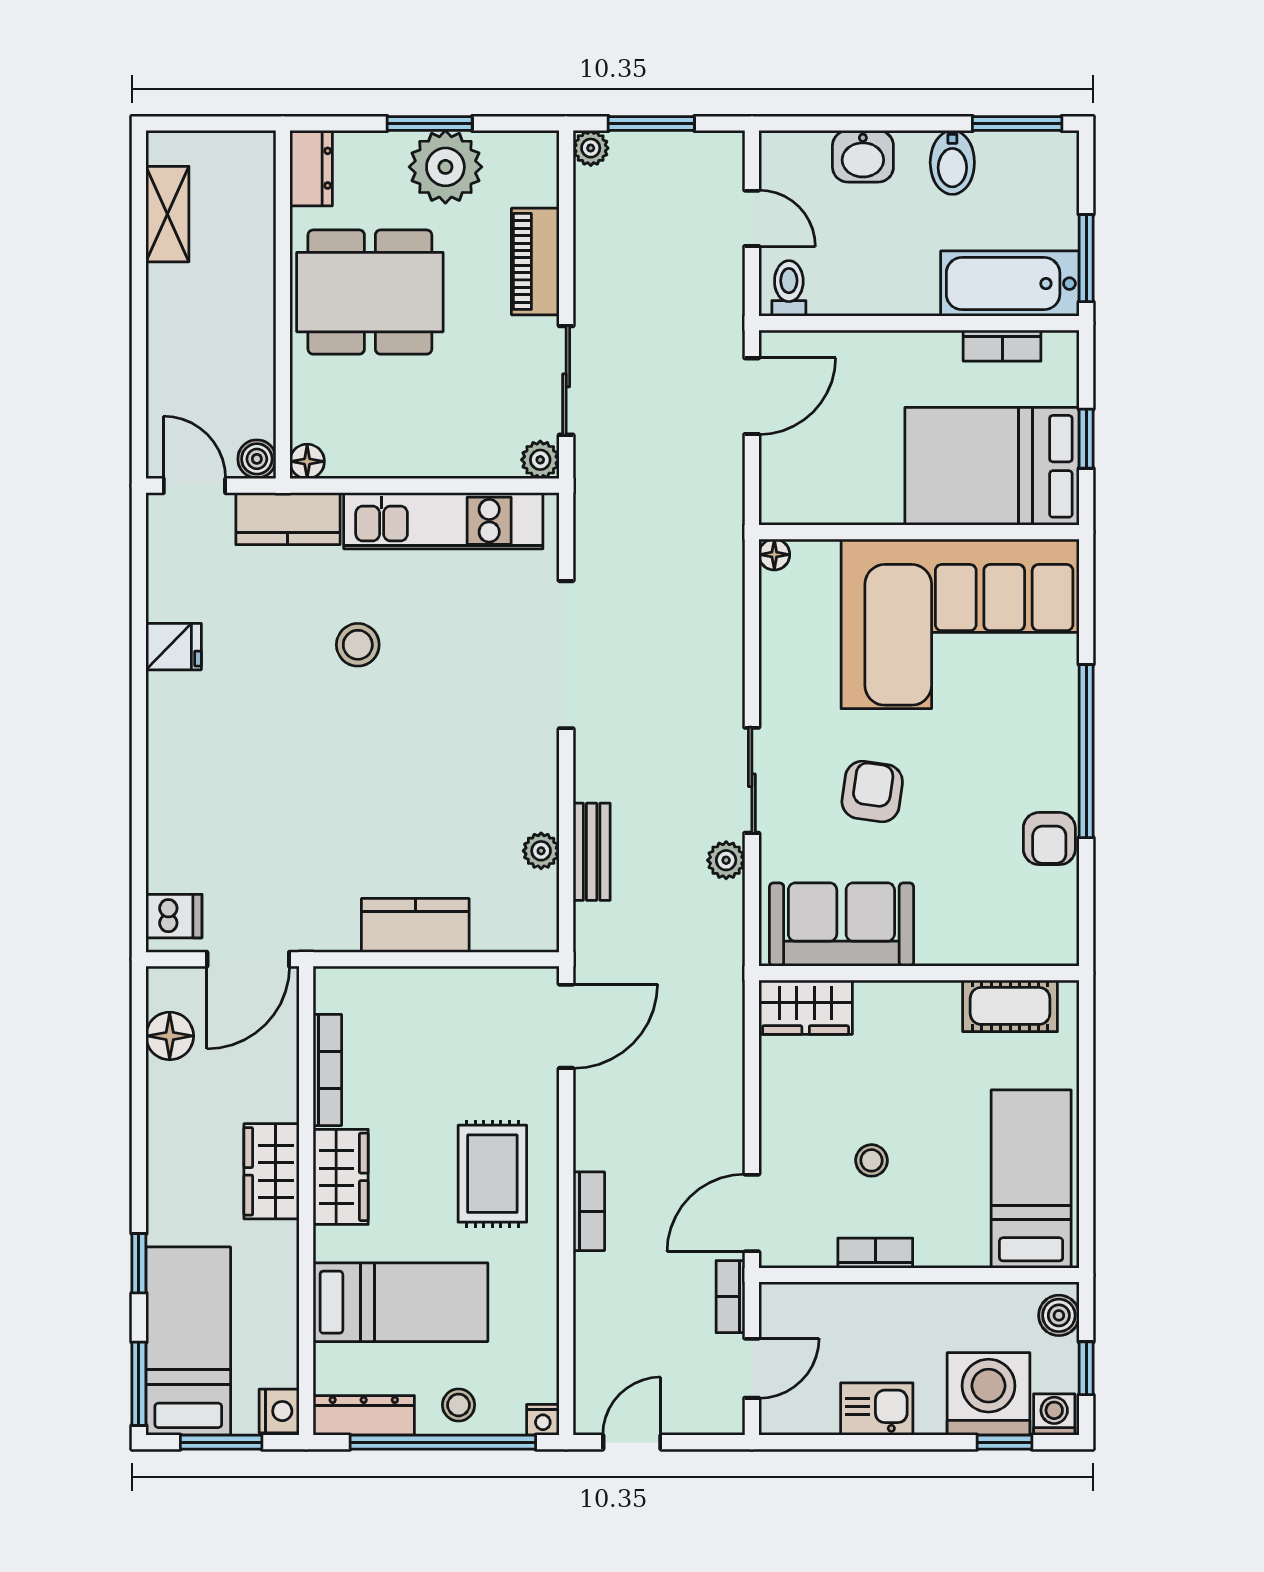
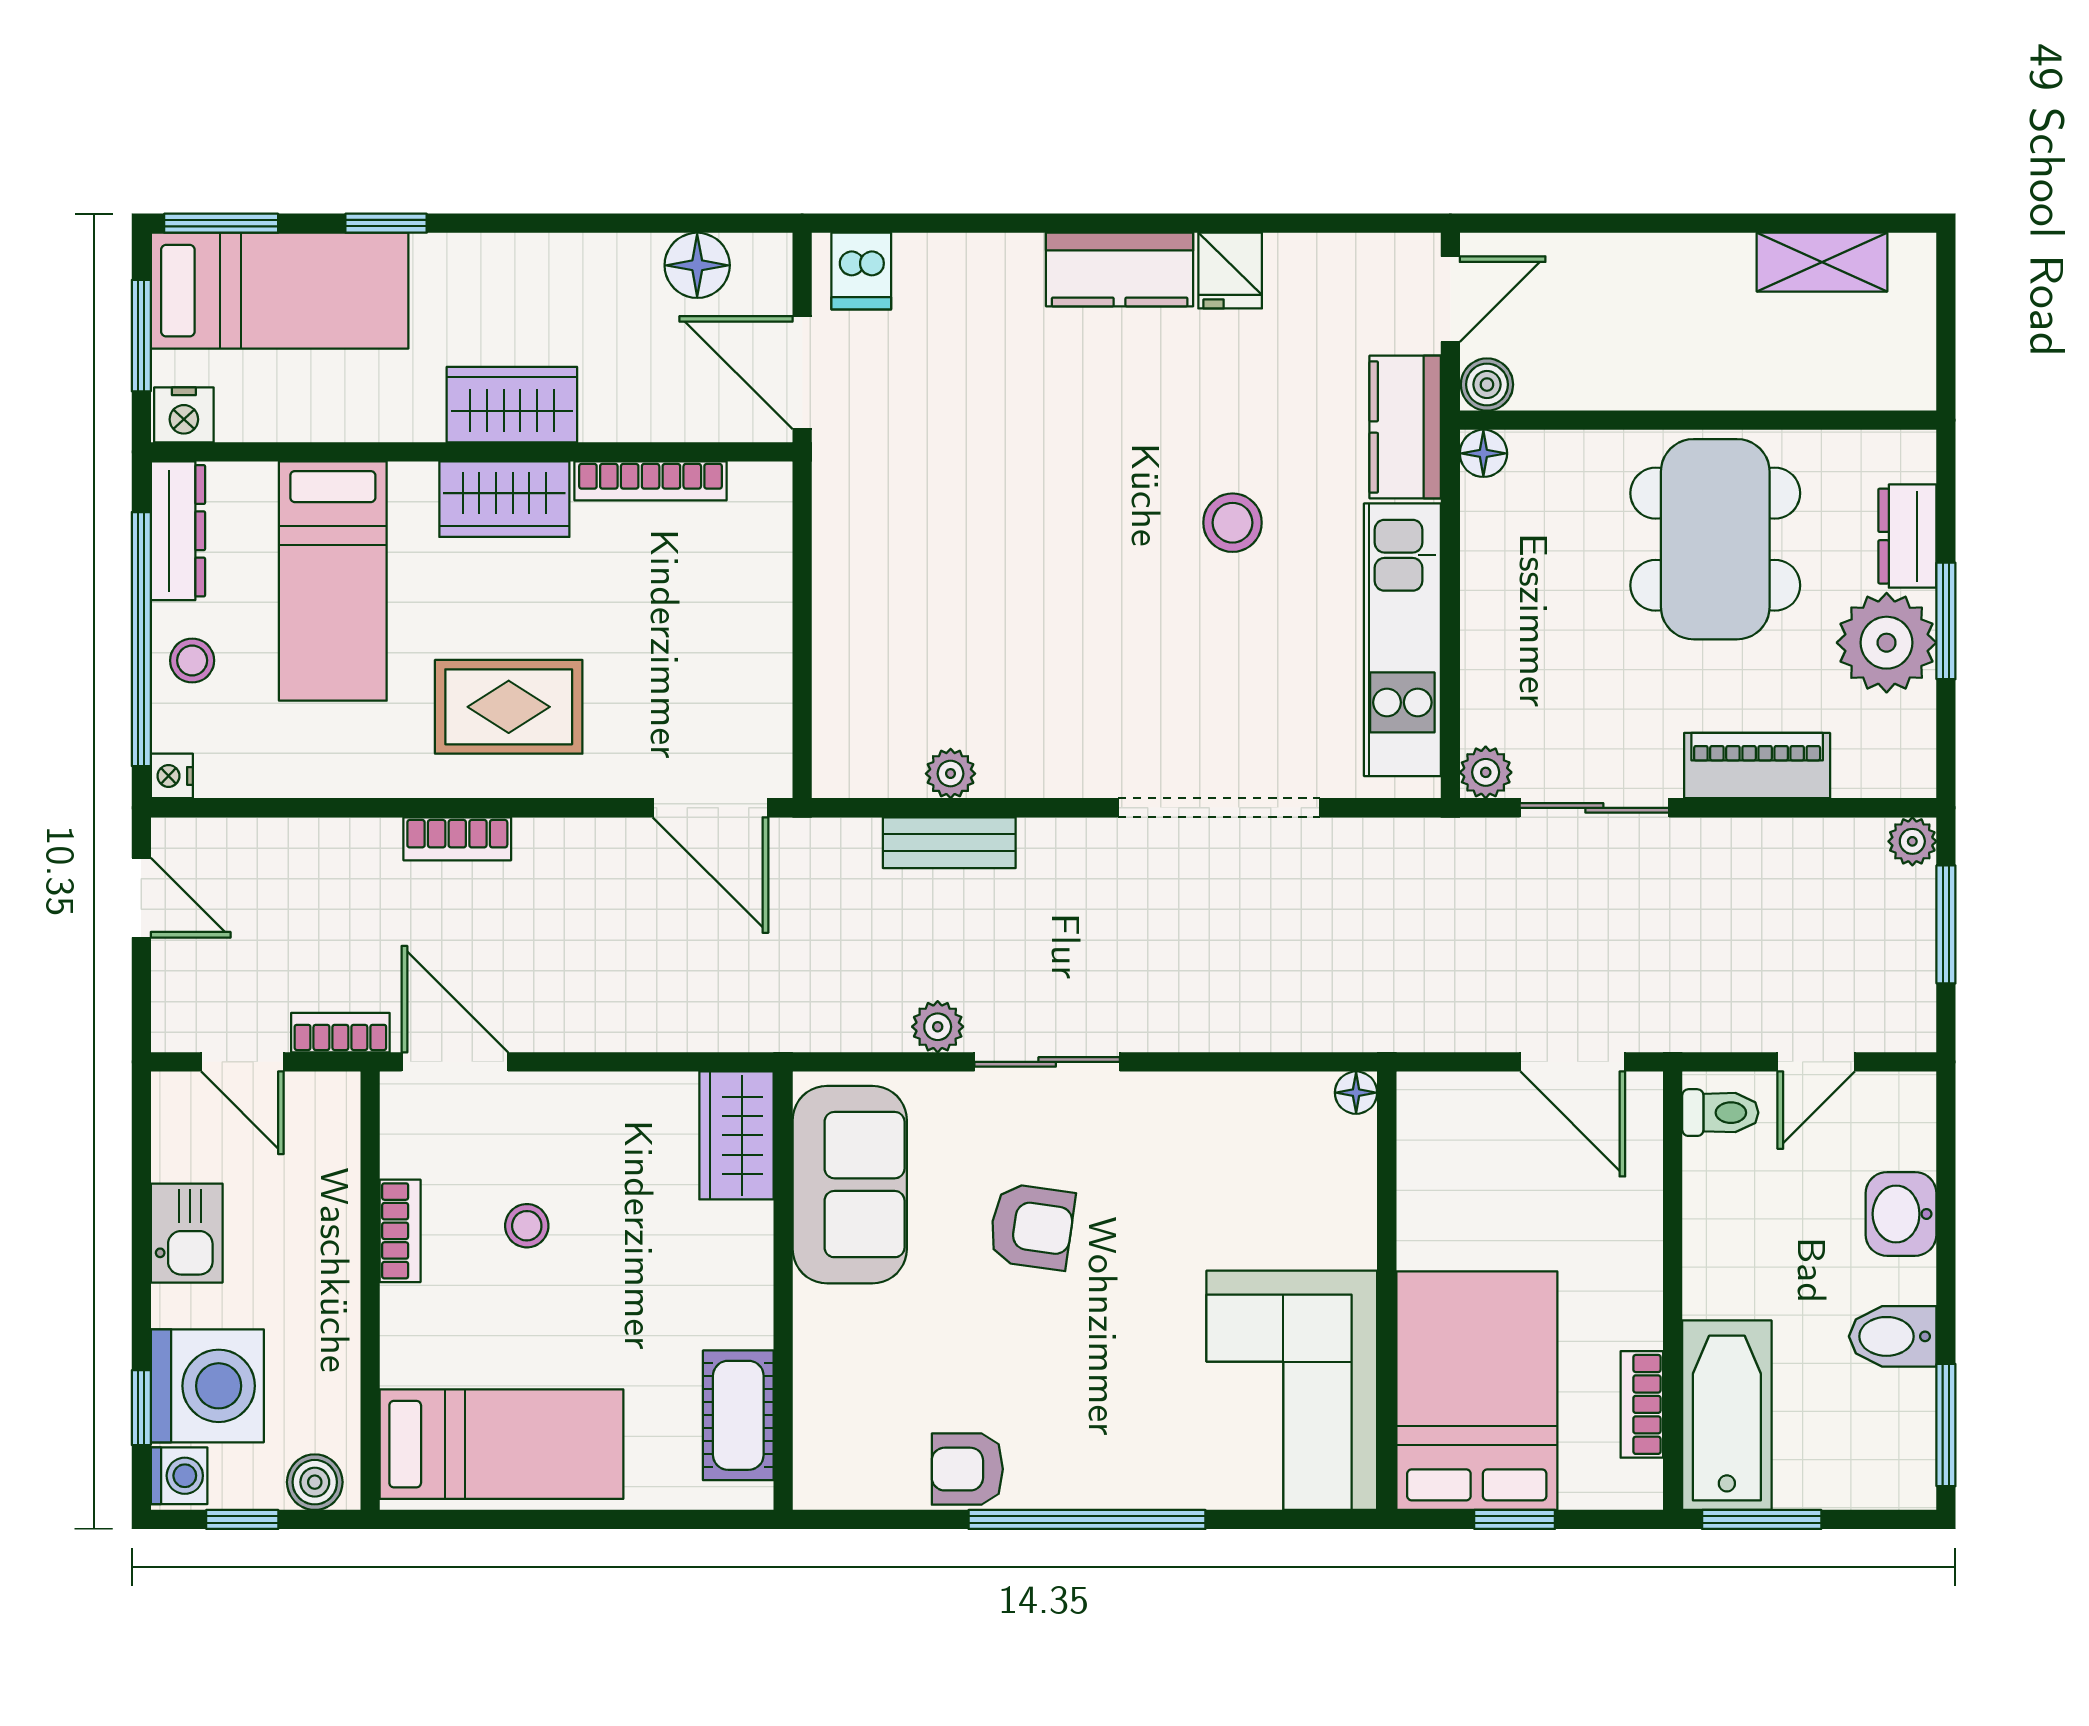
dresser: (311, 168) -> (1907, 536), moved, turned 90
corner sofa: (960, 624) -> (1292, 1390), width x0.73, depth x0.74
kitchen counter: (415, 925) -> (1120, 270), moved, turned 90

